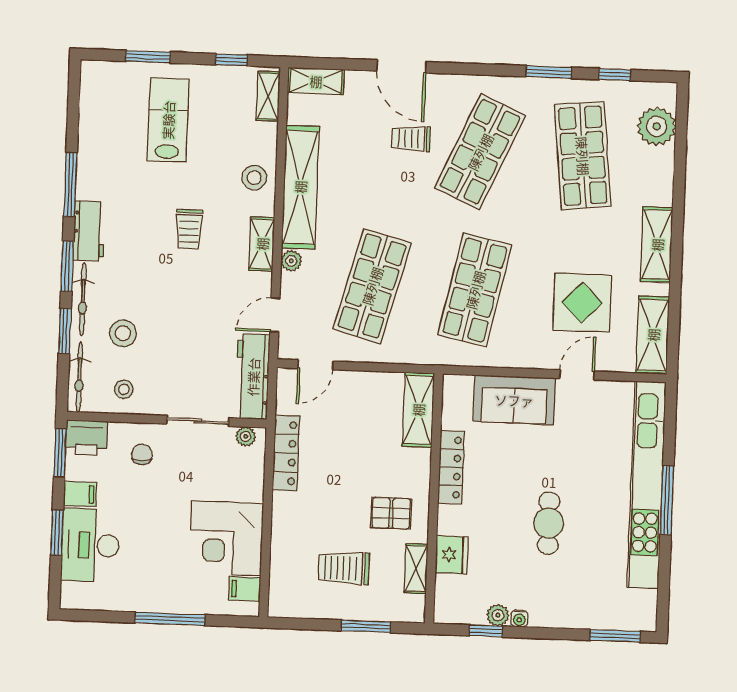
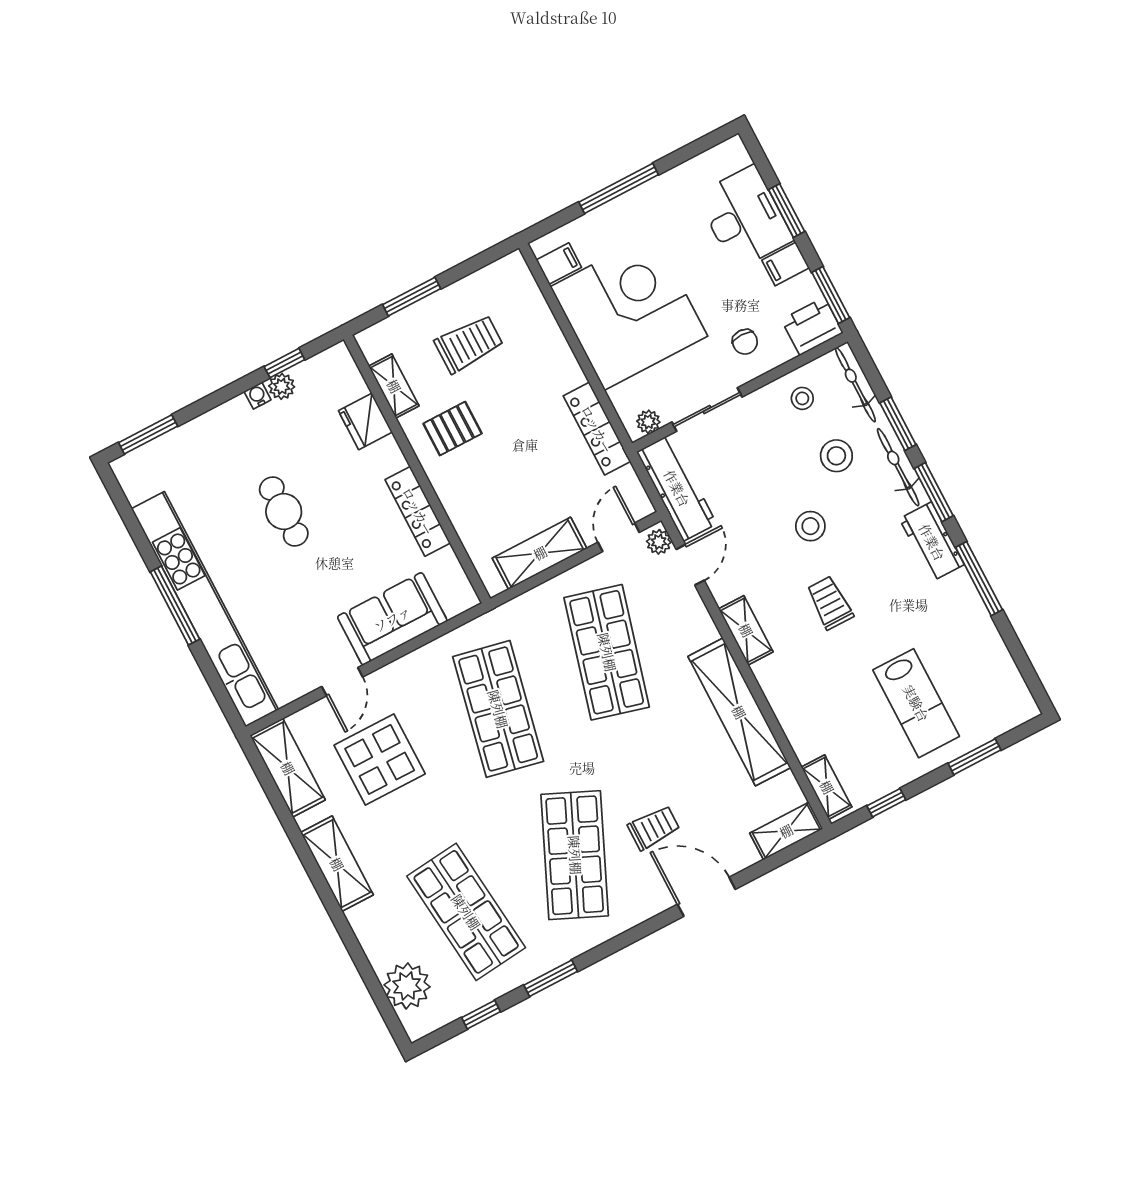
stool: (254, 178) -> (810, 526), moved
plant: (291, 261) -> (659, 542), moved
shelving: (418, 410) -> (540, 553), moved, turned 90
corner desk: (226, 538) -> (629, 311), width x1.36, depth x1.36

